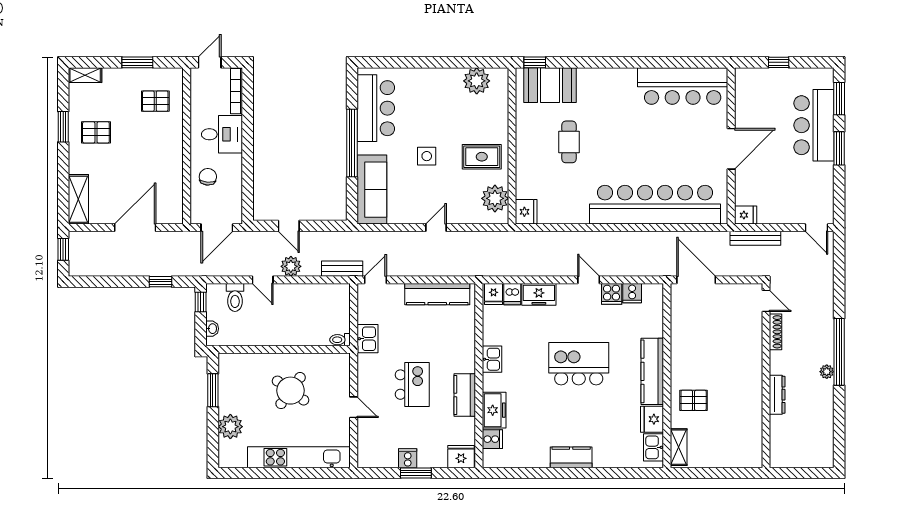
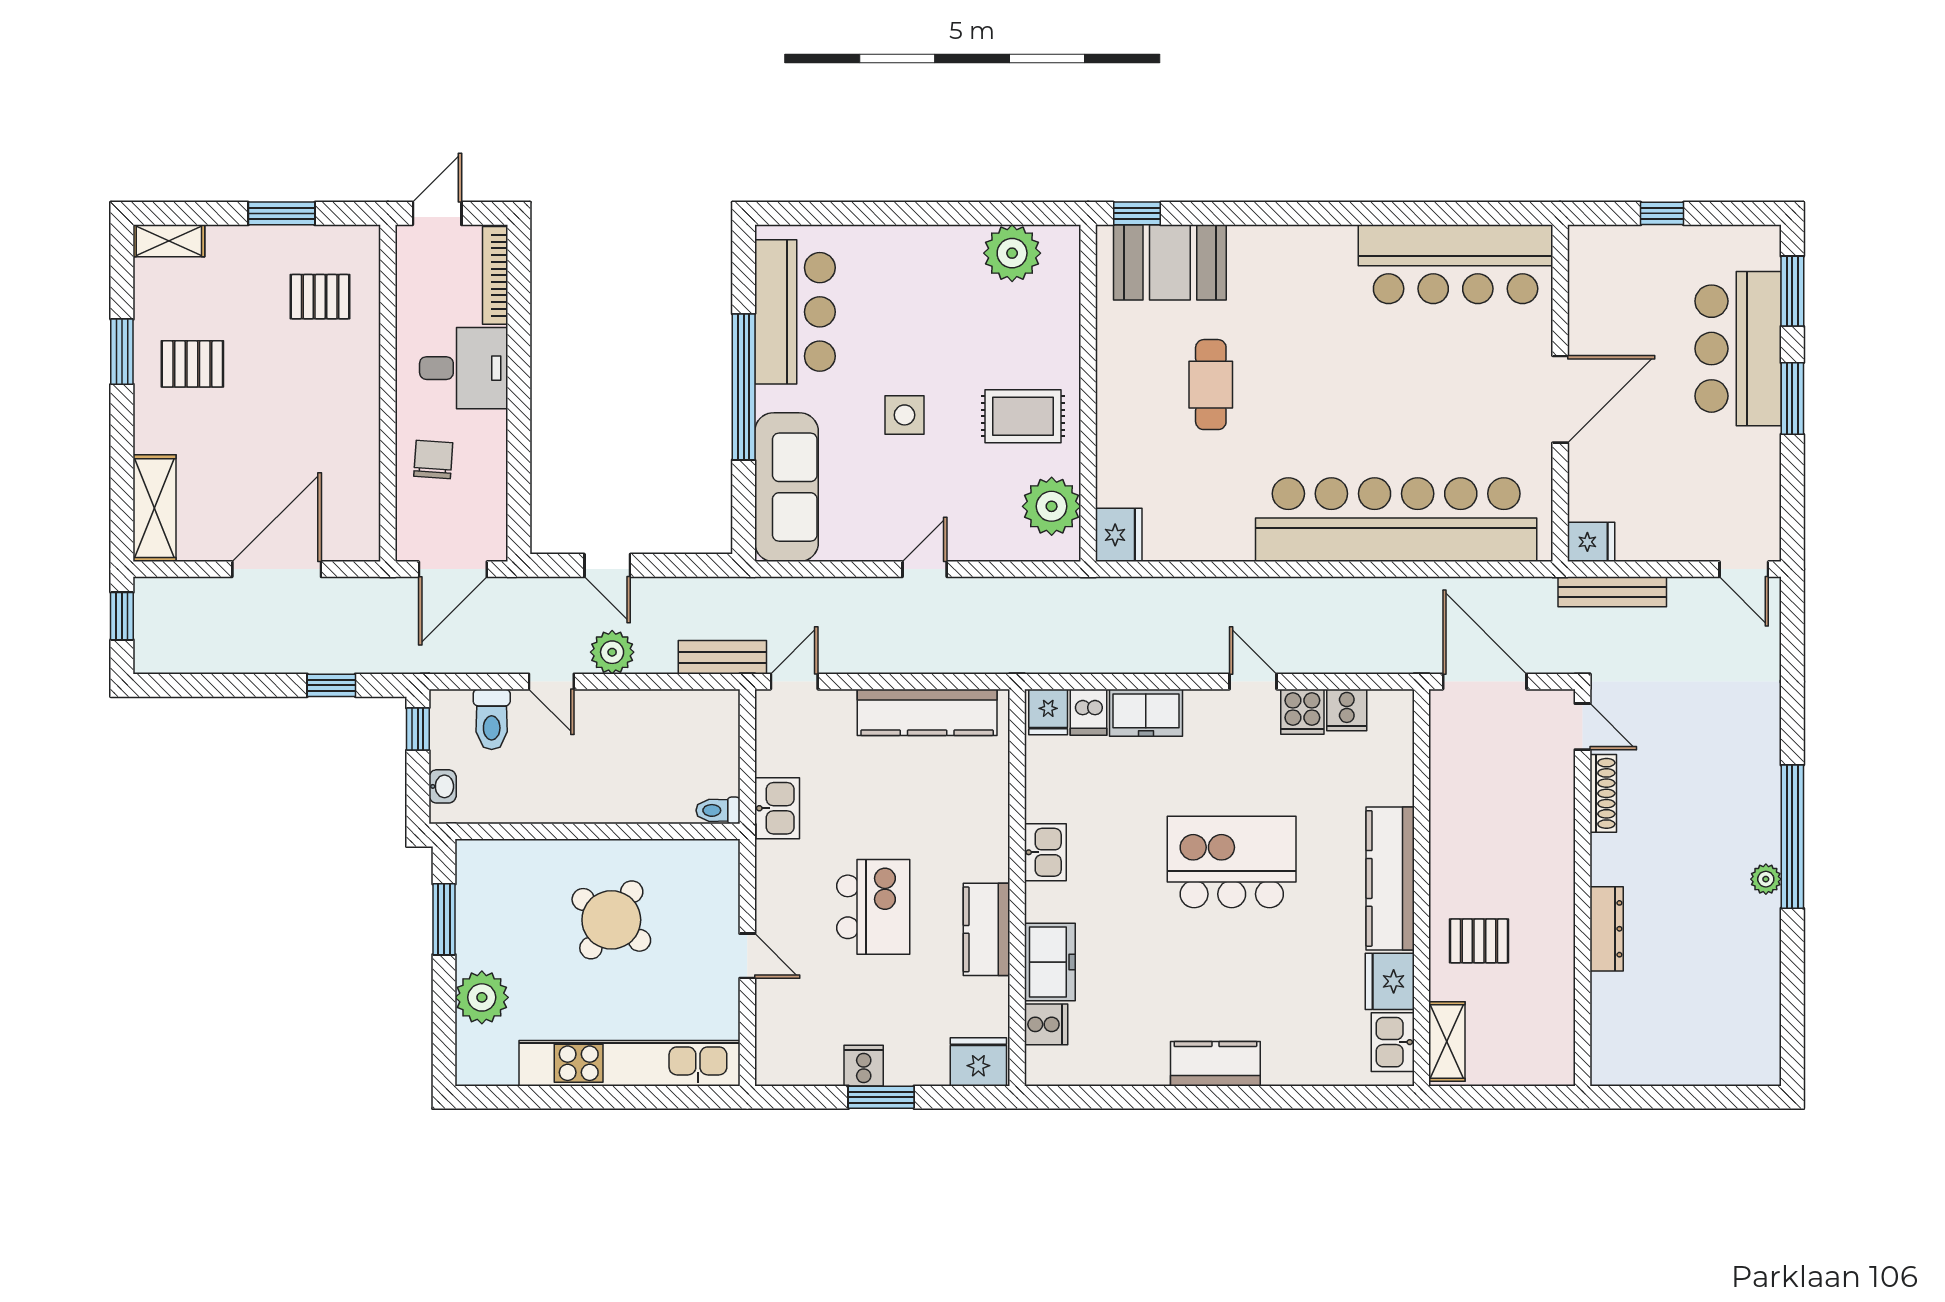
door: (766, 301) -> (1583, 727), moved
shoe rack: (776, 332) -> (1603, 793), moved
wall: (766, 376) -> (1583, 888), moved
dresser: (777, 395) -> (1607, 929), moved

